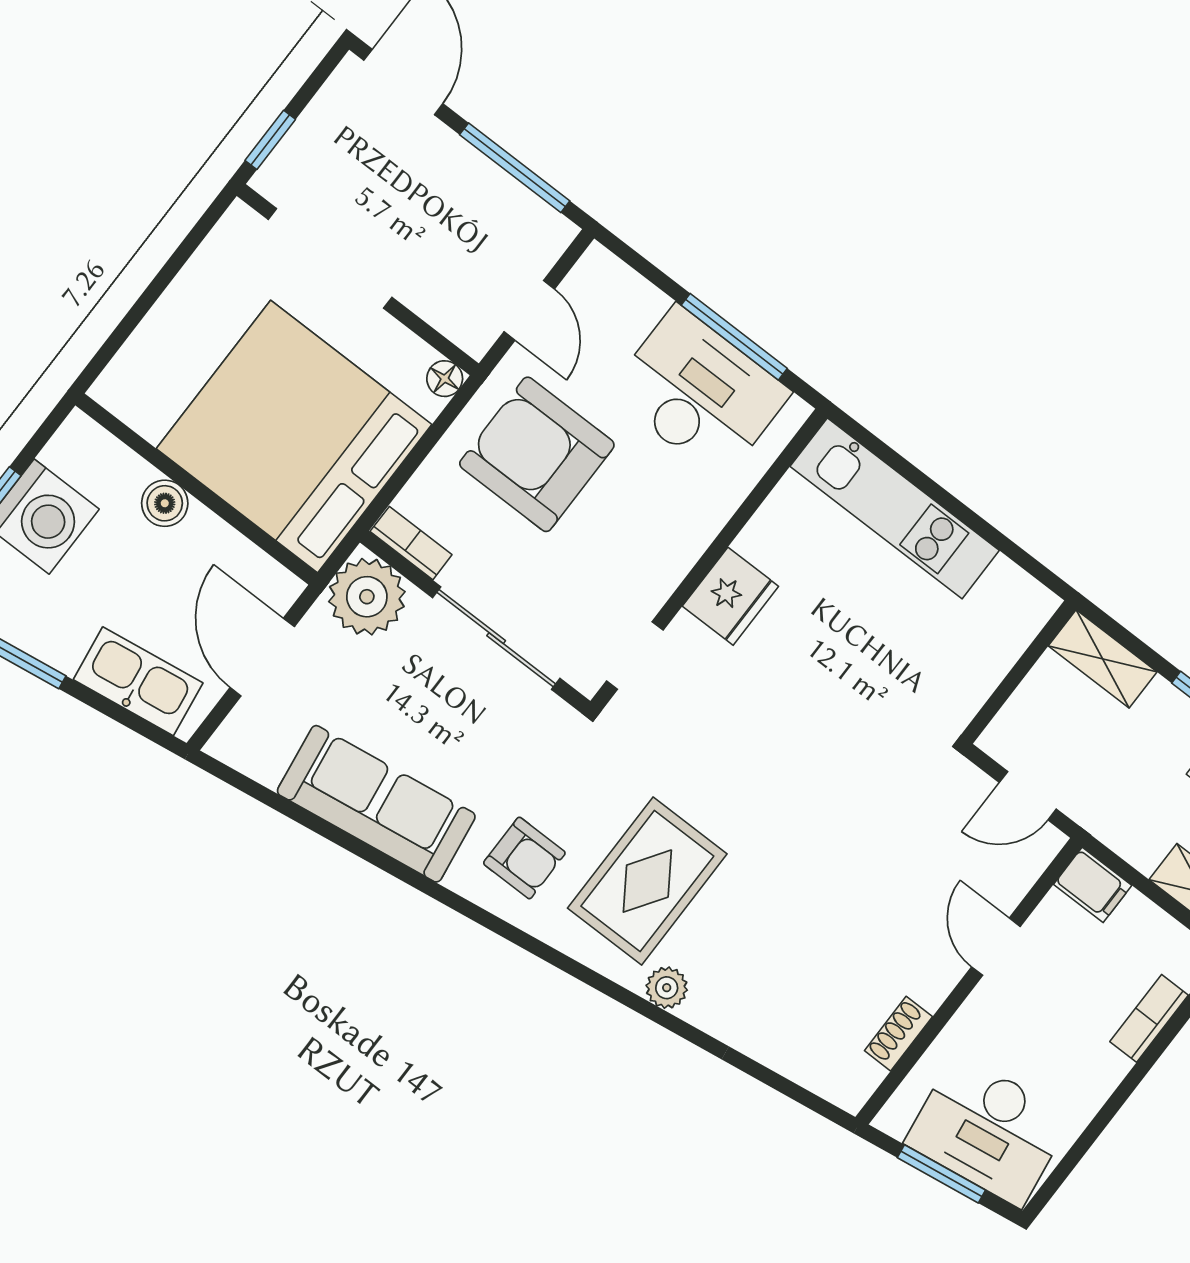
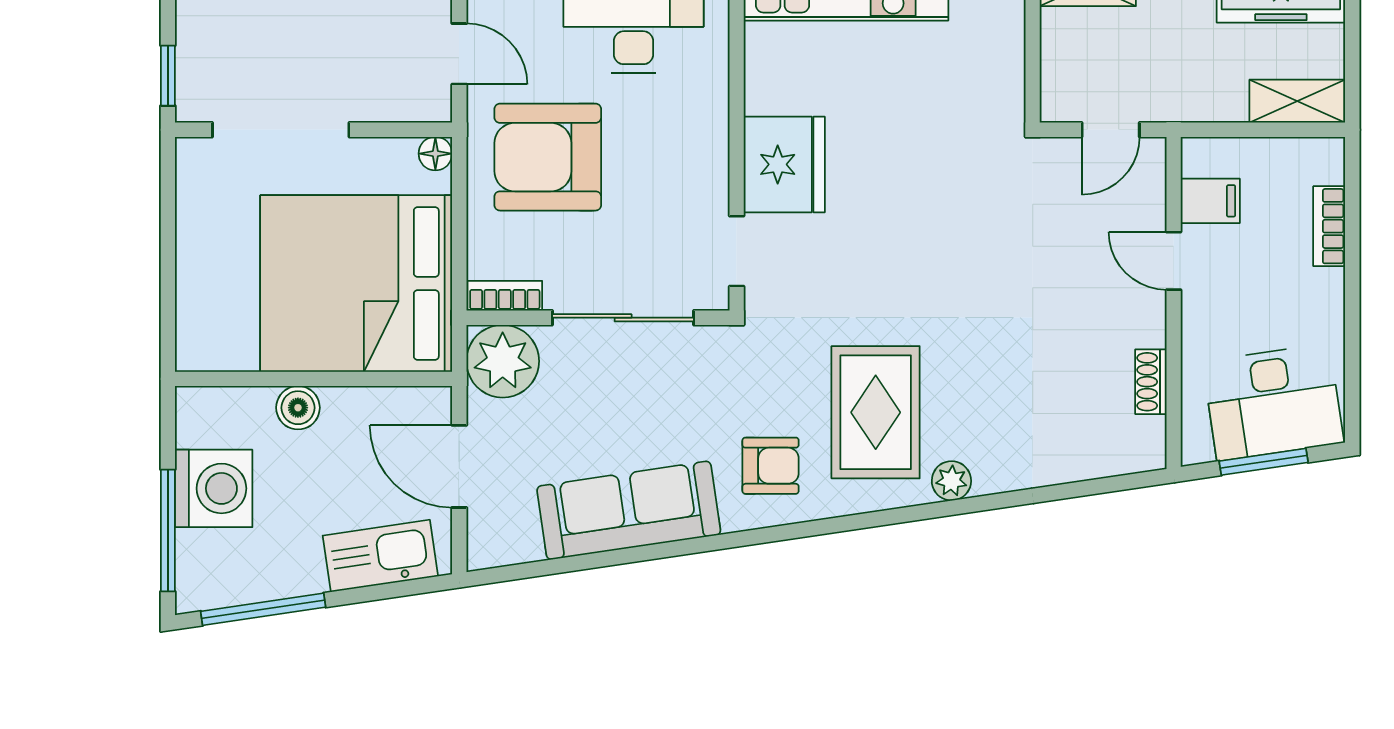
fridge: (730, 596) -> (784, 164), width x1.36, depth x1.34
filing cabinet: (1093, 885) -> (1210, 201), moved

